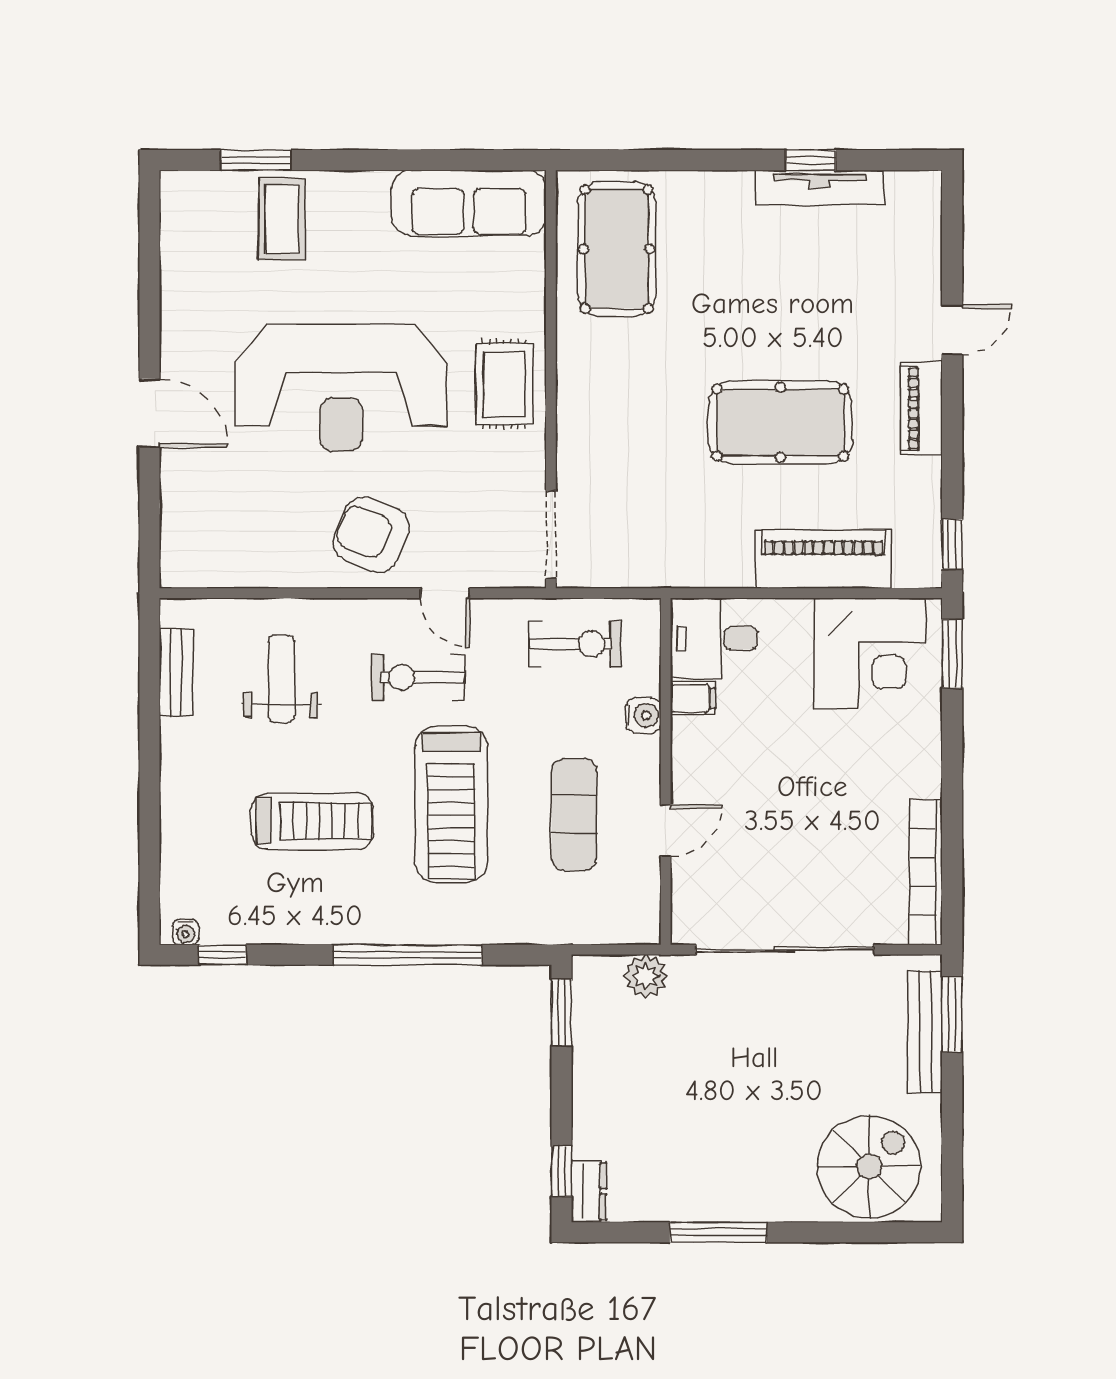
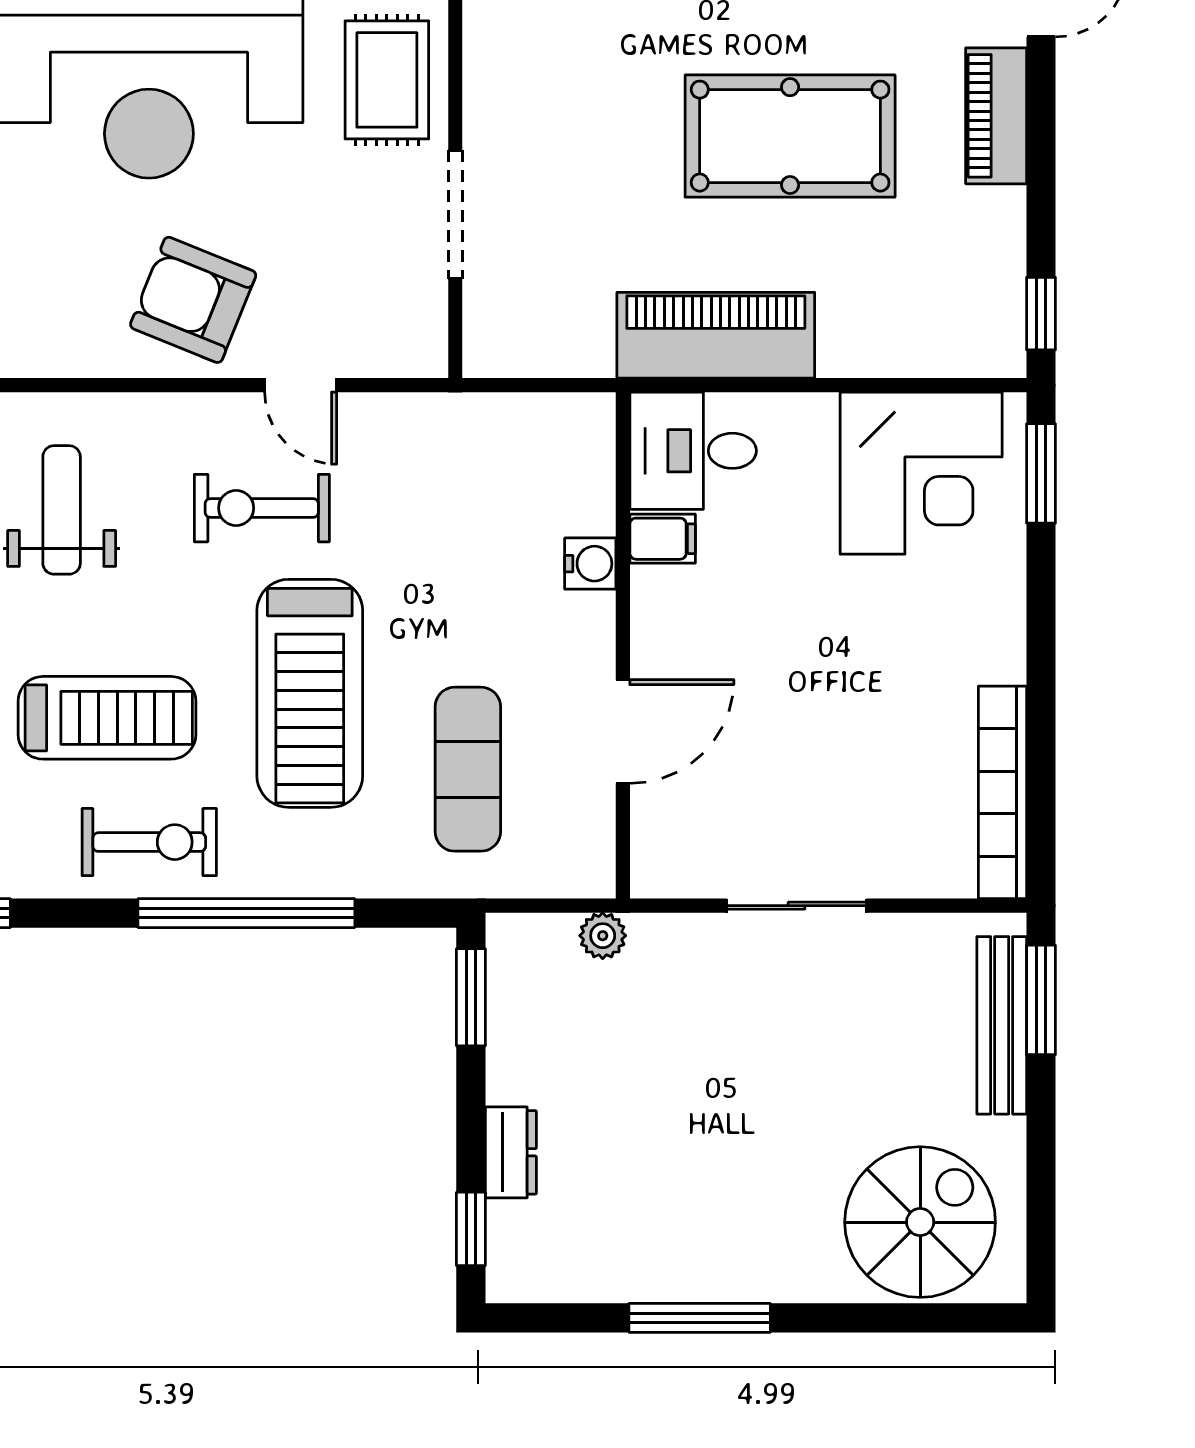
doorway: (551, 535) -> (455, 214), moved
piano: (823, 559) -> (716, 335), moved
exercise bike: (575, 644) -> (149, 842), moved
exercise mat: (574, 815) -> (468, 769), moved
door: (666, 830) -> (623, 731), width x1.38
sliding door: (785, 950) -> (797, 906), width x0.54
plant: (646, 976) -> (603, 936), width x0.73, depth x0.73
dresser: (589, 1191) -> (511, 1152), moved

